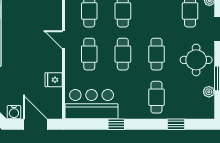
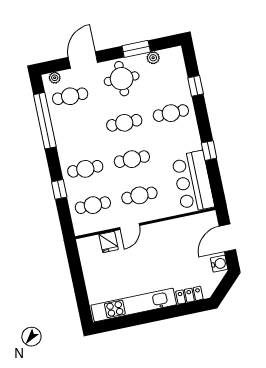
fridge: (54, 80) -> (109, 242), moved

